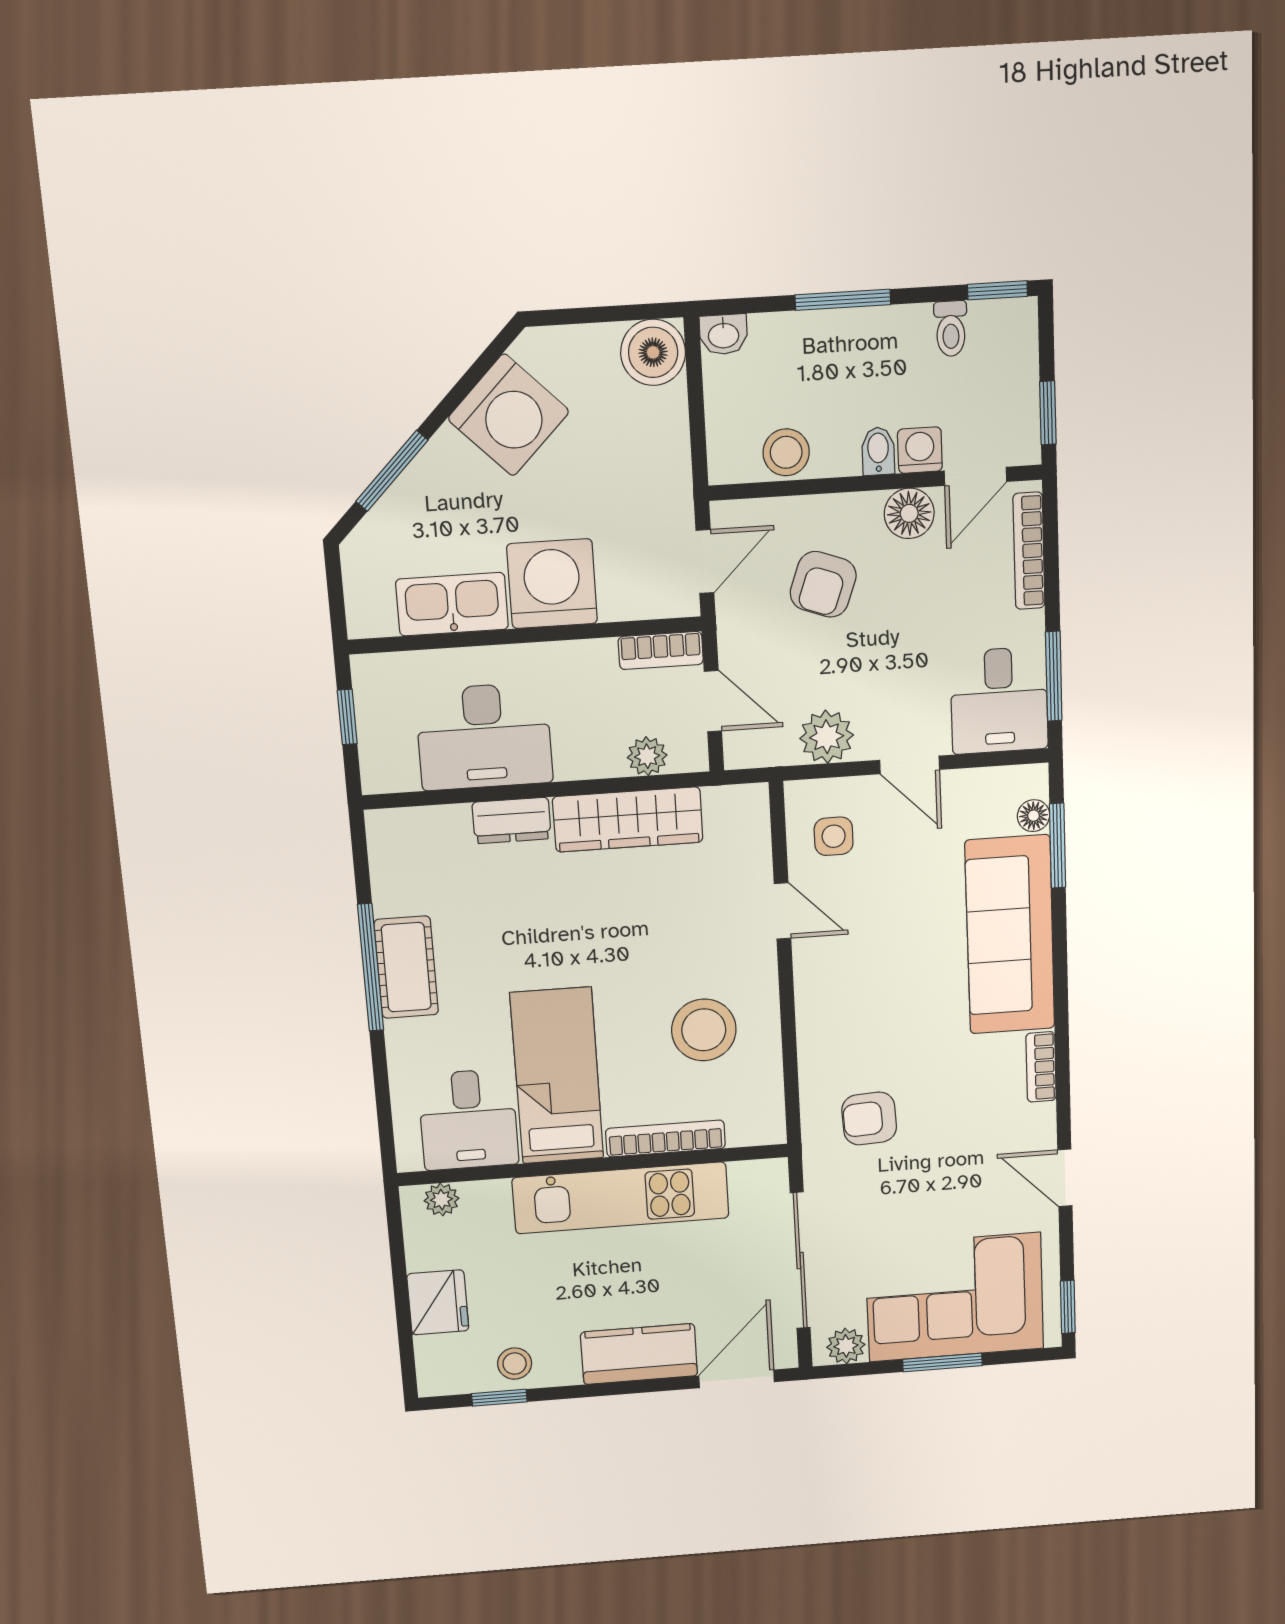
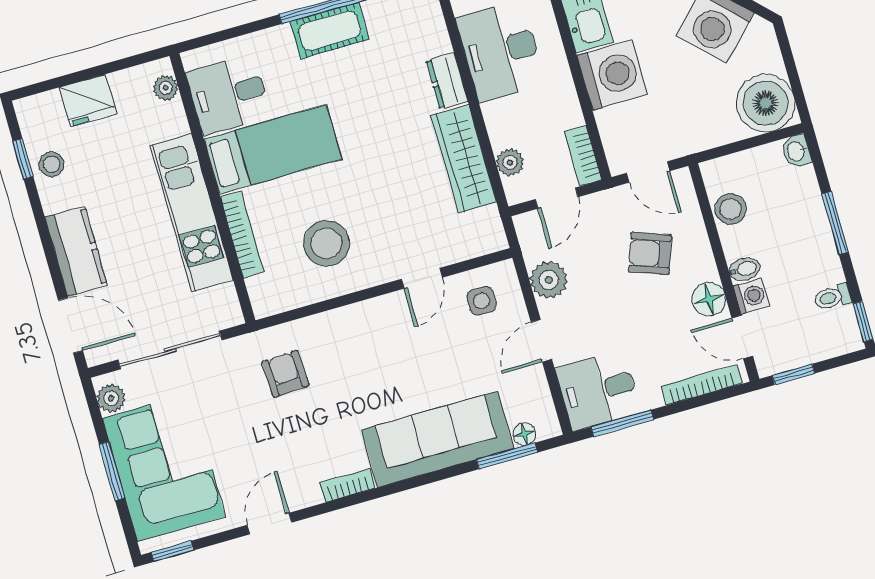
boiler: (653, 352) -> (766, 103), width x1.37, depth x1.37

